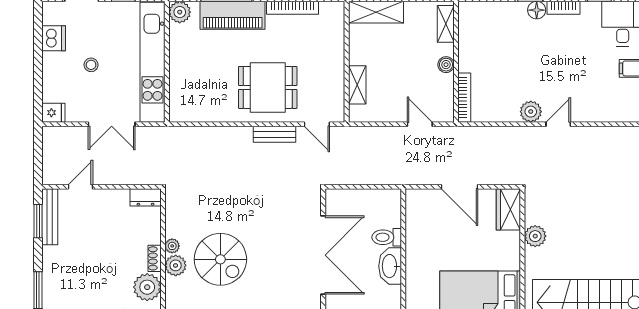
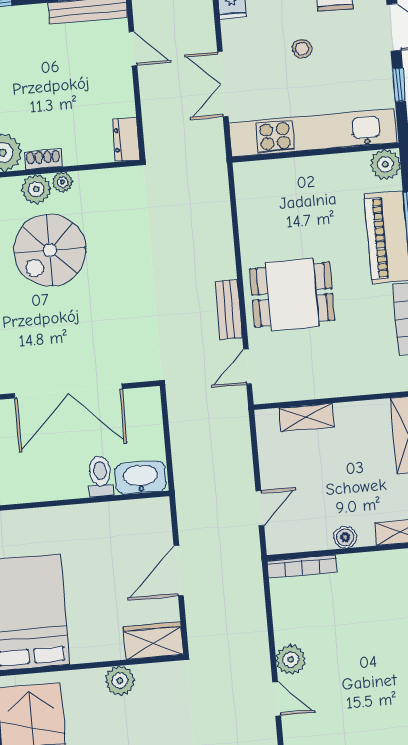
dining table: (268, 87) -> (292, 295), turned 90
washbasin: (390, 266) -> (140, 478), moved

